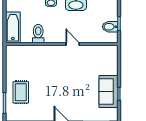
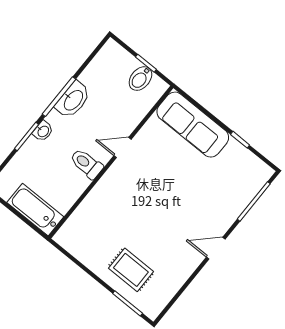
toilet: (38, 34) -> (86, 164), moved
sofa: (109, 92) -> (193, 125), moved, width x1.36

